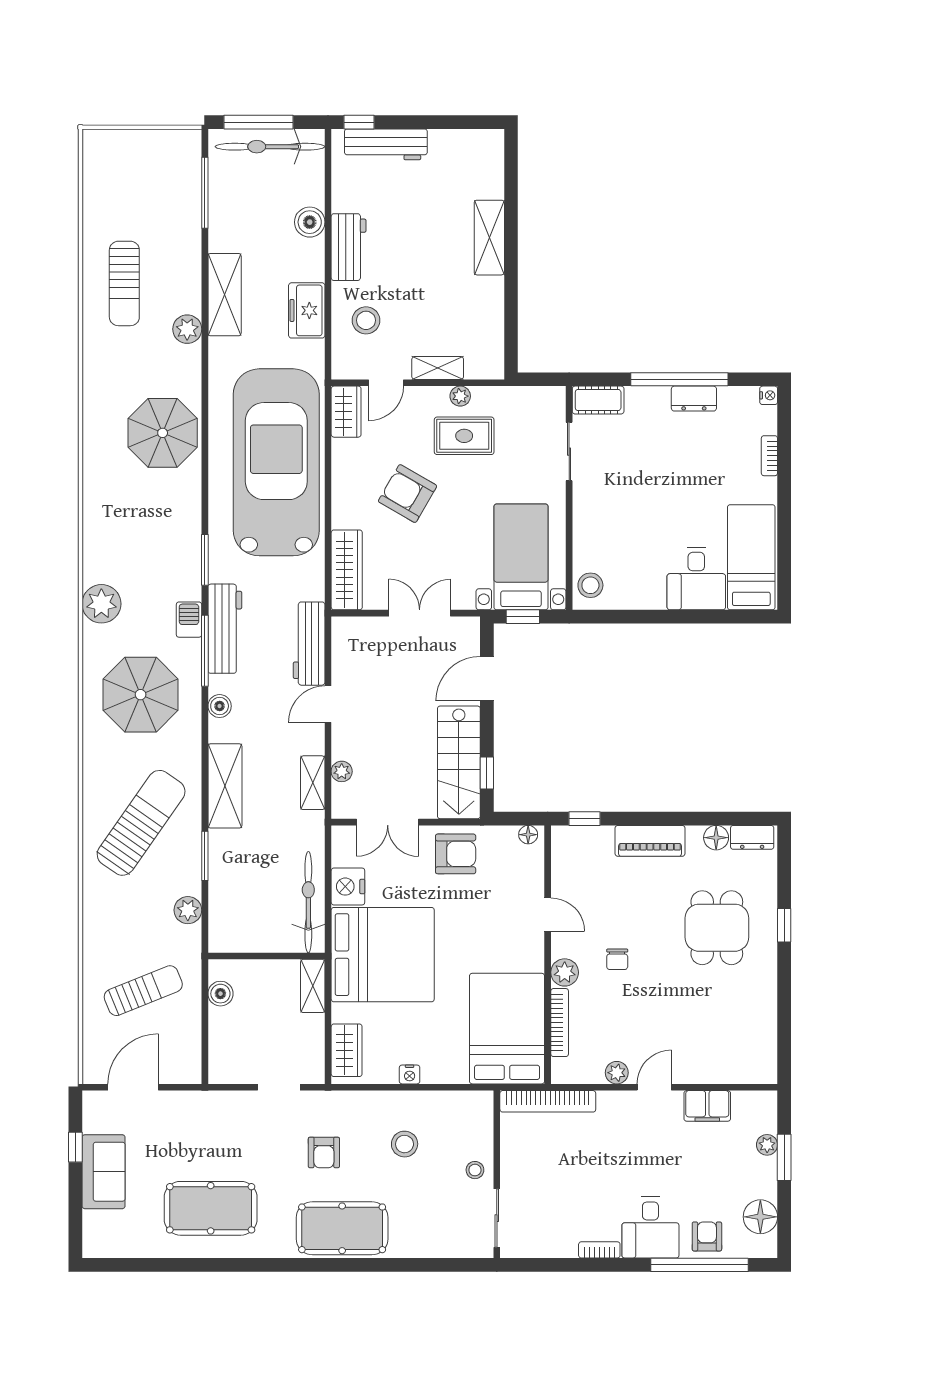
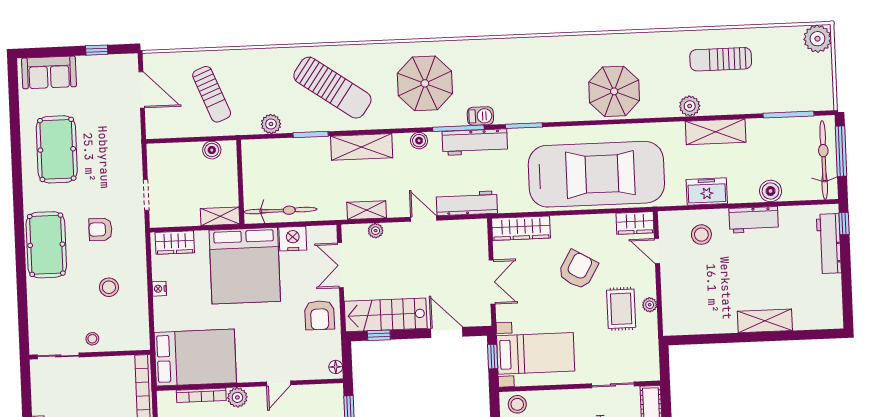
shelving: (438, 368) -> (669, 288), removed
plant: (101, 604) -> (817, 39), moved
sofa: (104, 1172) -> (49, 72), moved

